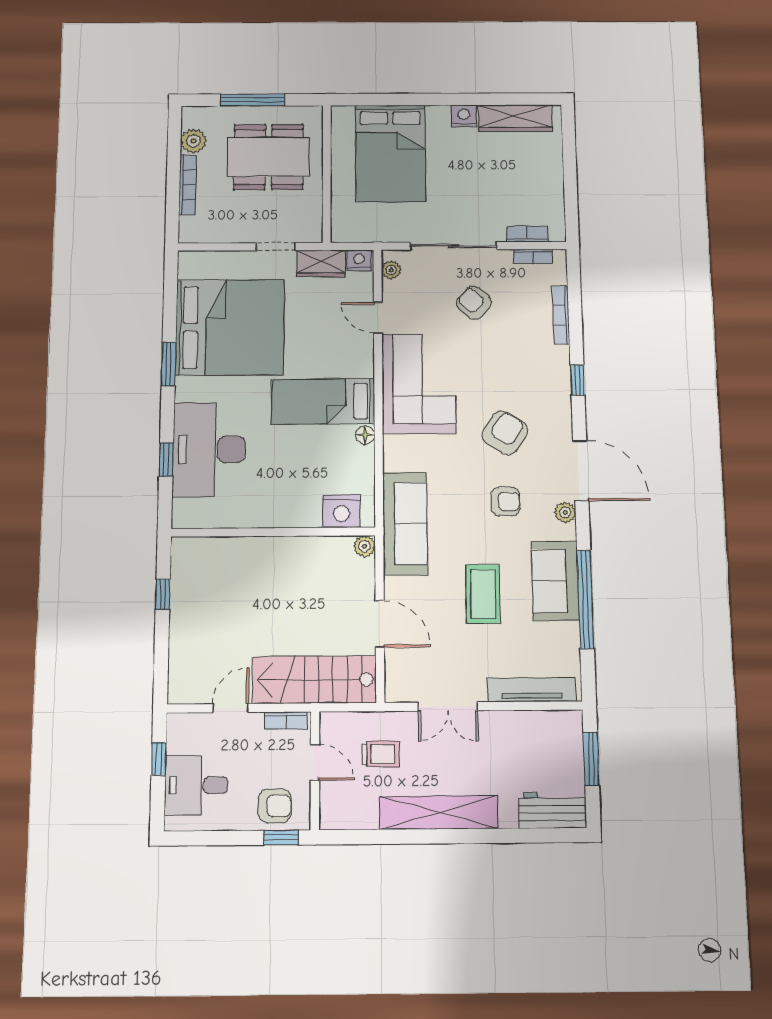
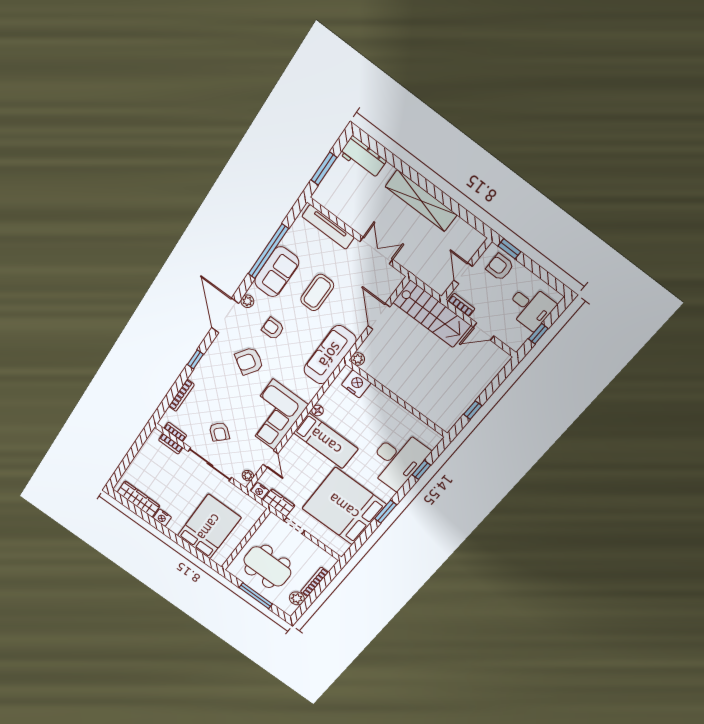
trolley: (380, 754) -> (428, 253), removed

